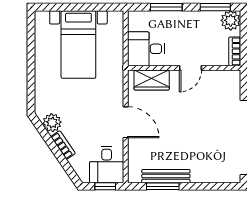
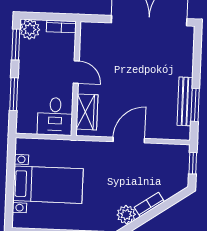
desk: (107, 164) -> (171, 161), removed

